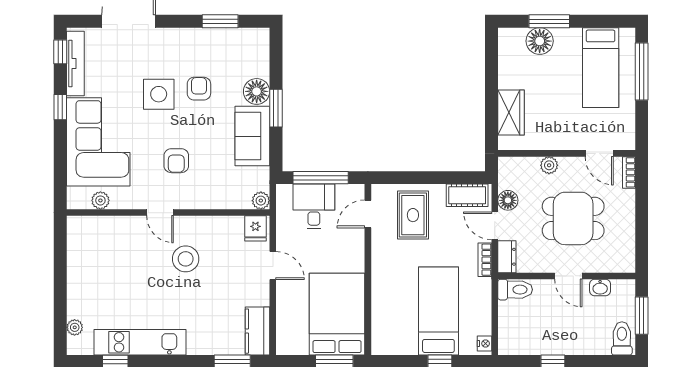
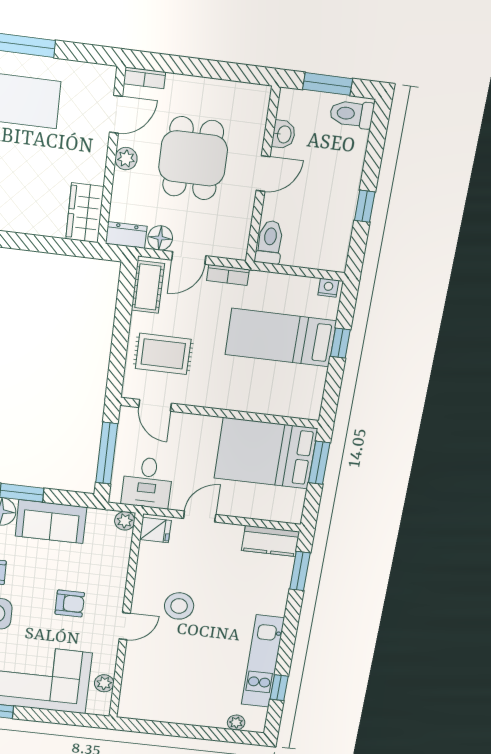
wardrobe: (511, 112) -> (85, 213), moved, turned -90
plant: (549, 165) -> (126, 159), moved
desk: (314, 206) -> (147, 483), moved, turned -90
dresser: (507, 257) -> (126, 235), moved

